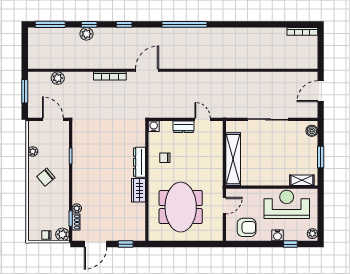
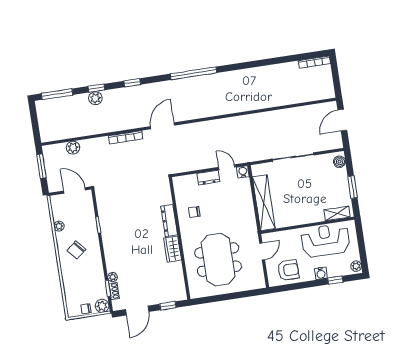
water cooler: (154, 126) -> (243, 172), moved

